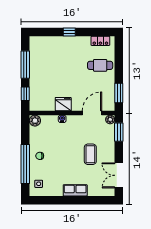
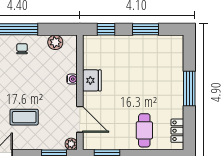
window: (69, 32) -> (189, 89), width x2.17
window: (25, 65) -> (145, 29), width x0.69
plant: (35, 121) -> (55, 42), moved

